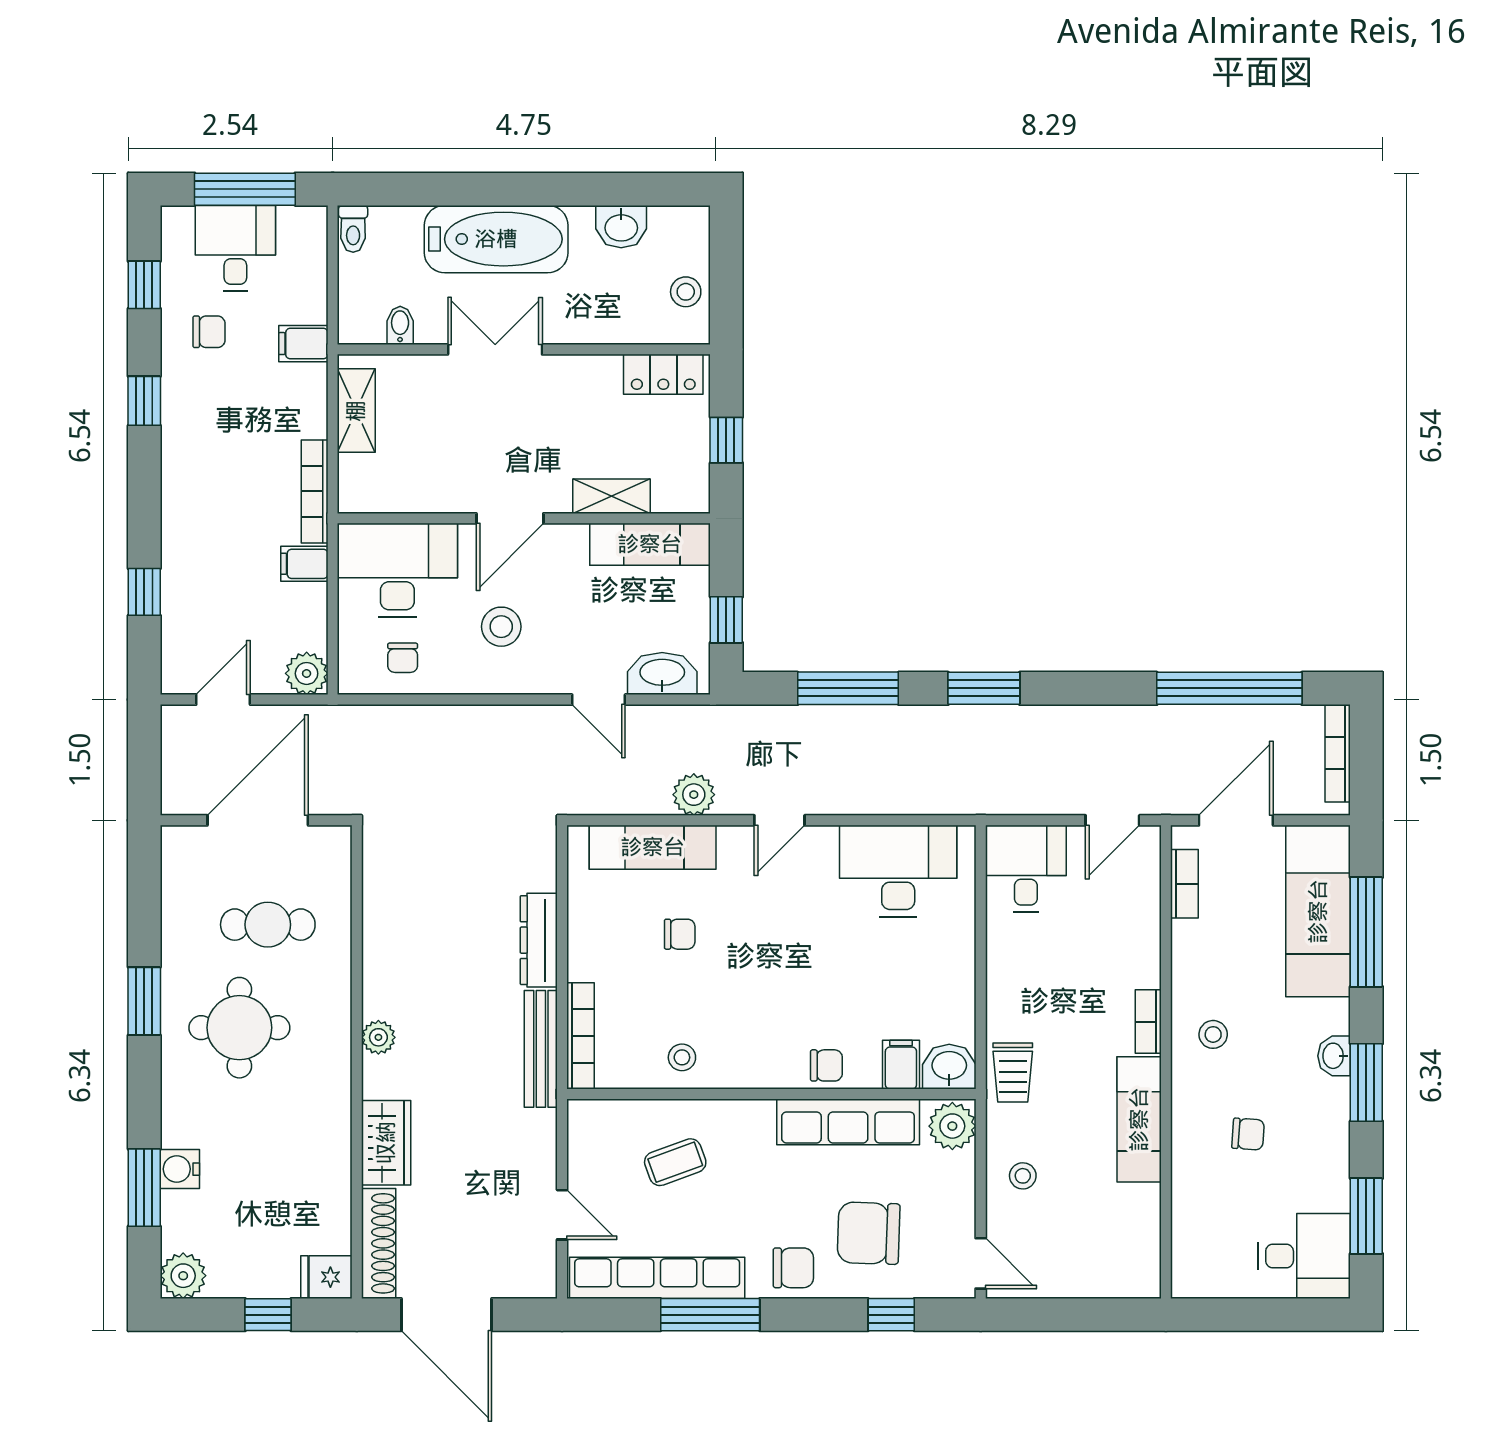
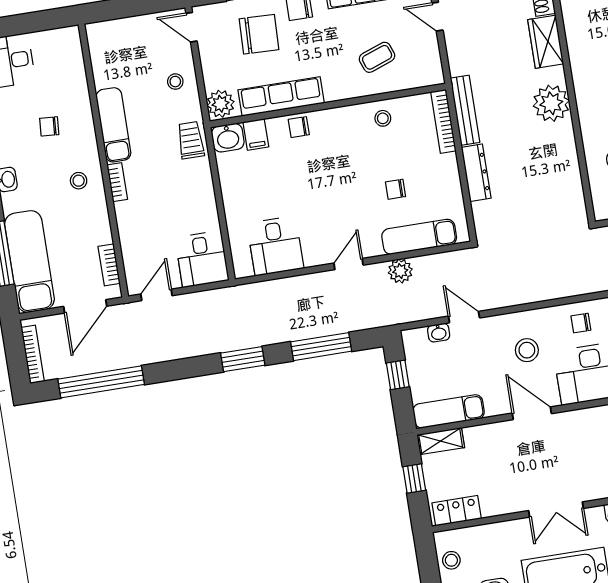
shelving: (611, 496) -> (441, 441), moved
door: (510, 518) -> (532, 413), hinge flipped
chair: (403, 658) -> (581, 323), turned -90
washbasin: (662, 674) -> (439, 333), width x0.52, depth x0.69
desk: (898, 871) -> (275, 246), width x0.73
plant: (378, 1037) -> (551, 103), width x1.87, depth x1.87

